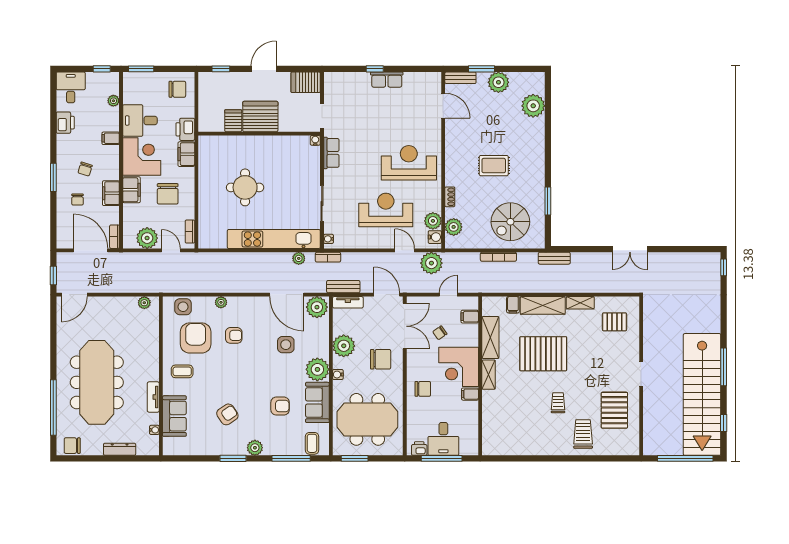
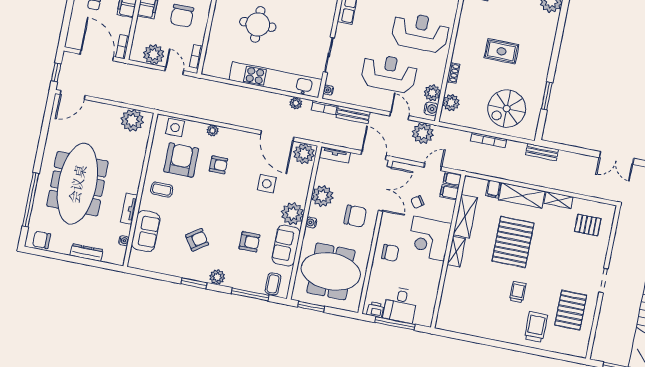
bench: (343, 287) -> (353, 115), moved
plant: (144, 303) -> (132, 120), width x1.88, depth x1.88
pallet: (543, 354) -> (513, 242), turned 90
filing cabinet: (470, 394) -> (452, 179), moved

